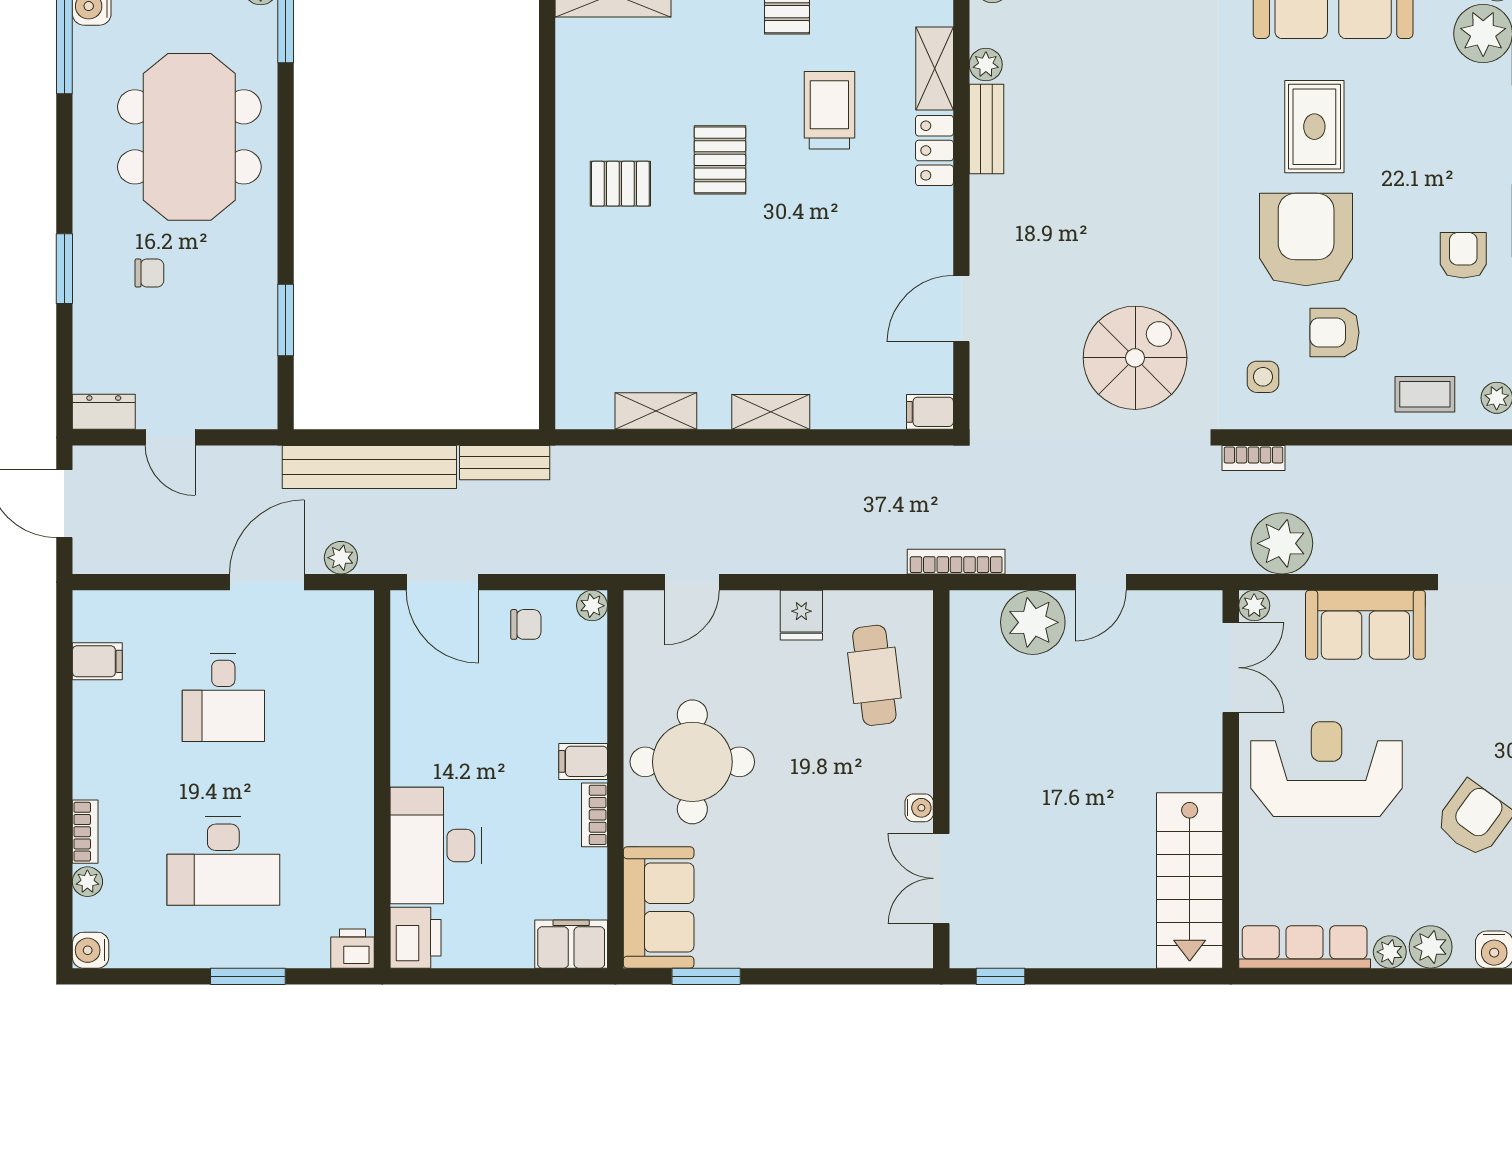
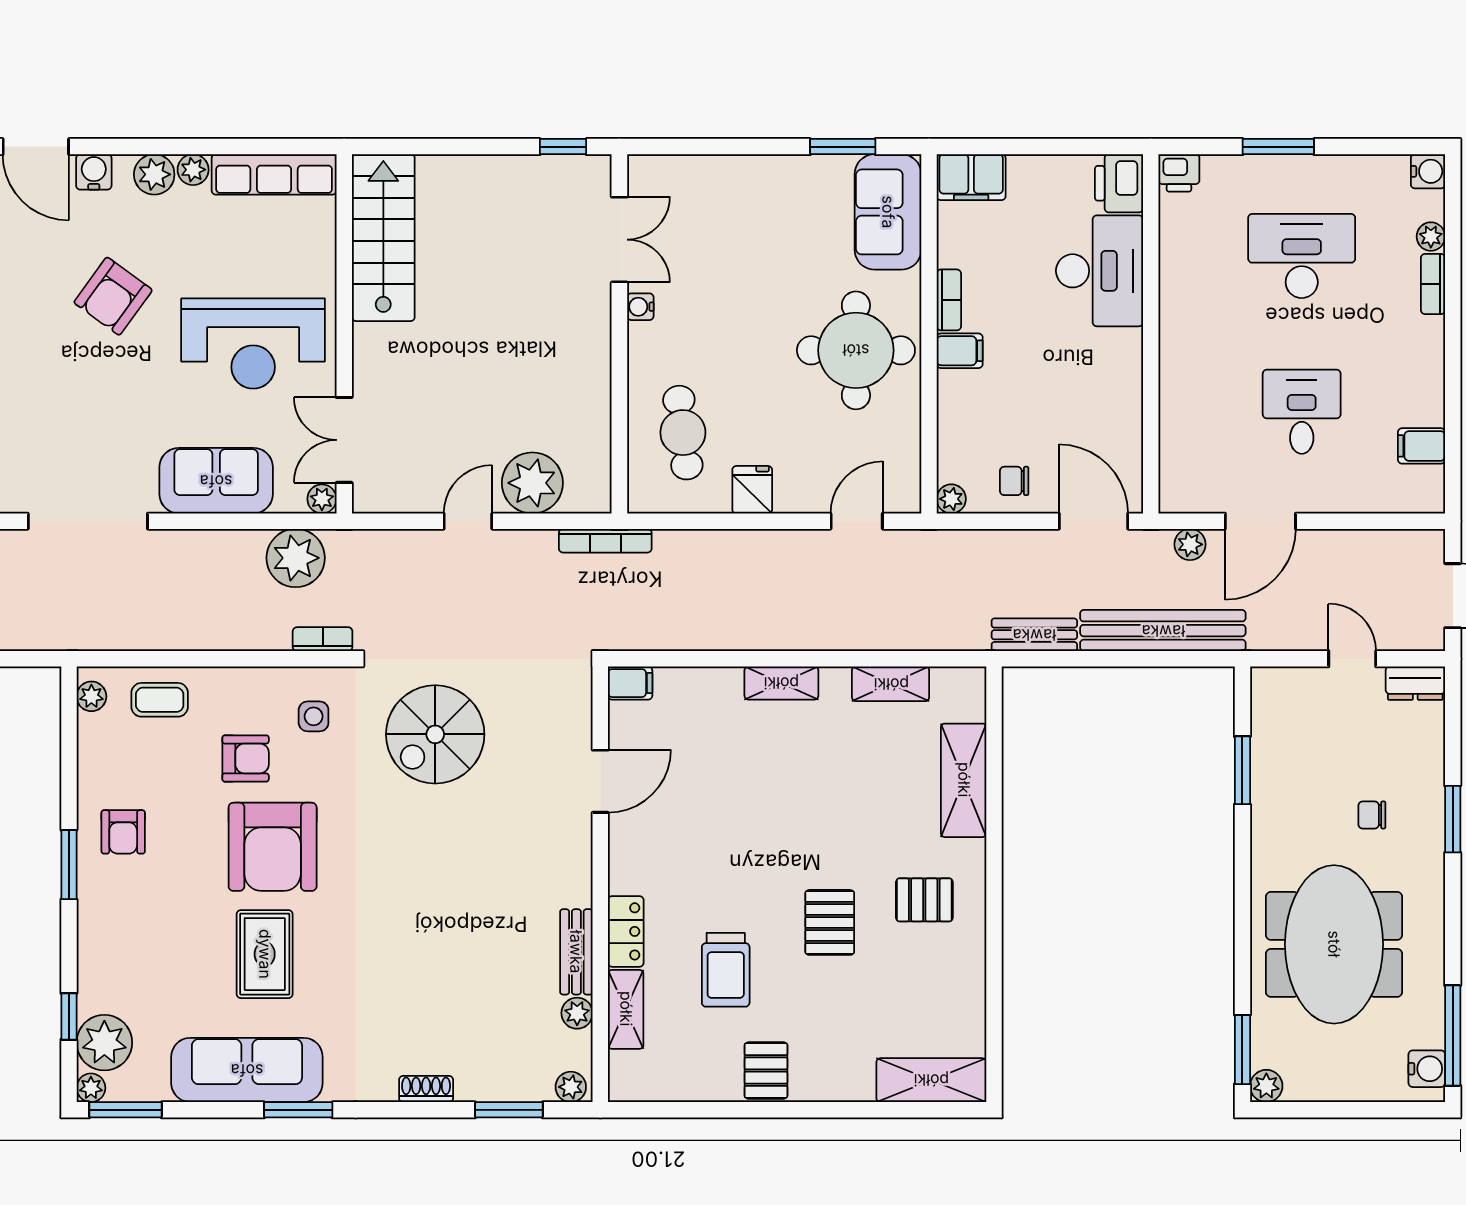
shelving: (579, 309) -> (964, 780), added

